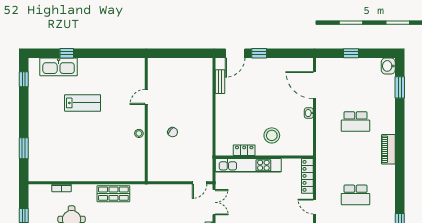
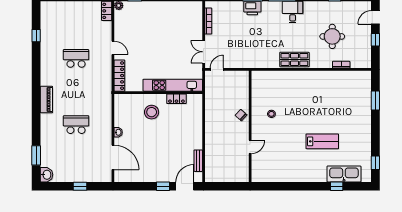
door: (146, 97) -> (250, 147), moved
lab bench: (83, 103) -> (322, 141), turned 180
wall: (146, 120) -> (250, 126), moved

